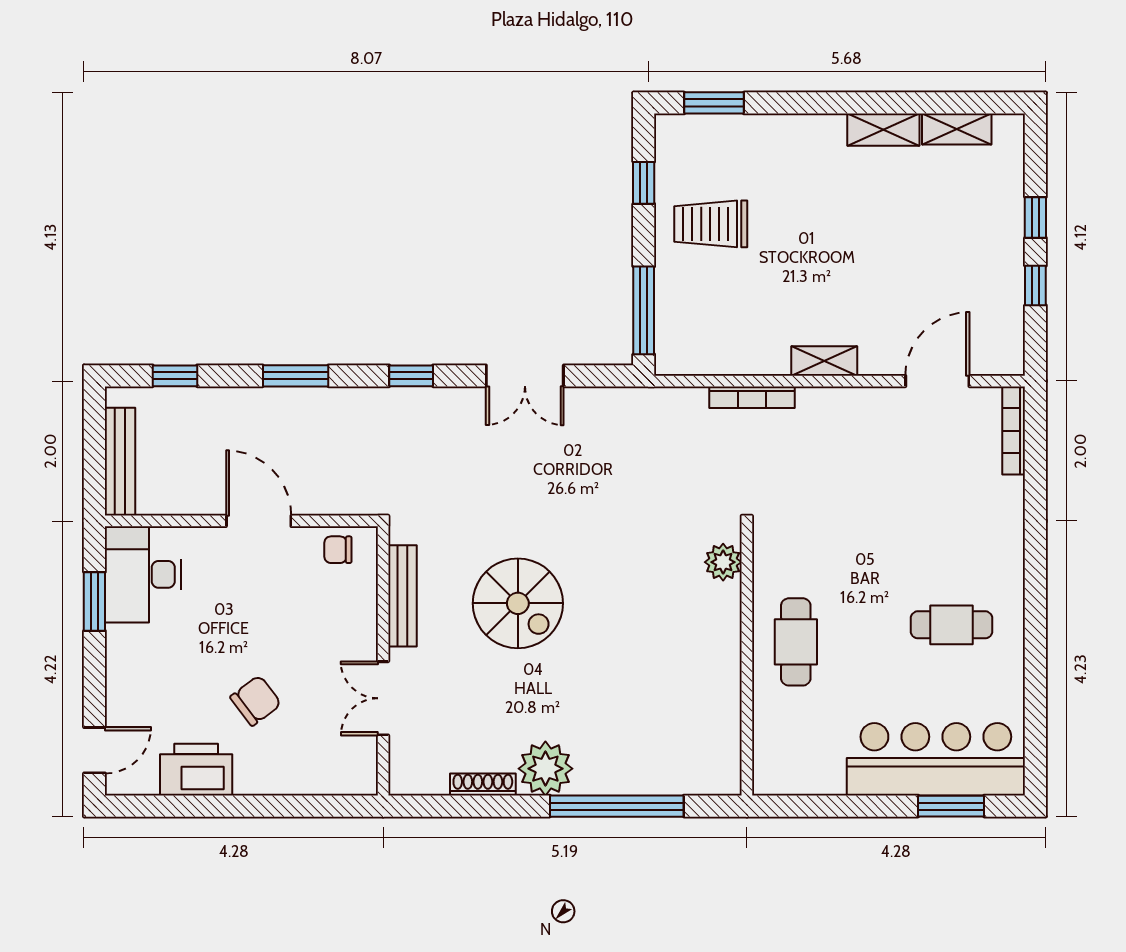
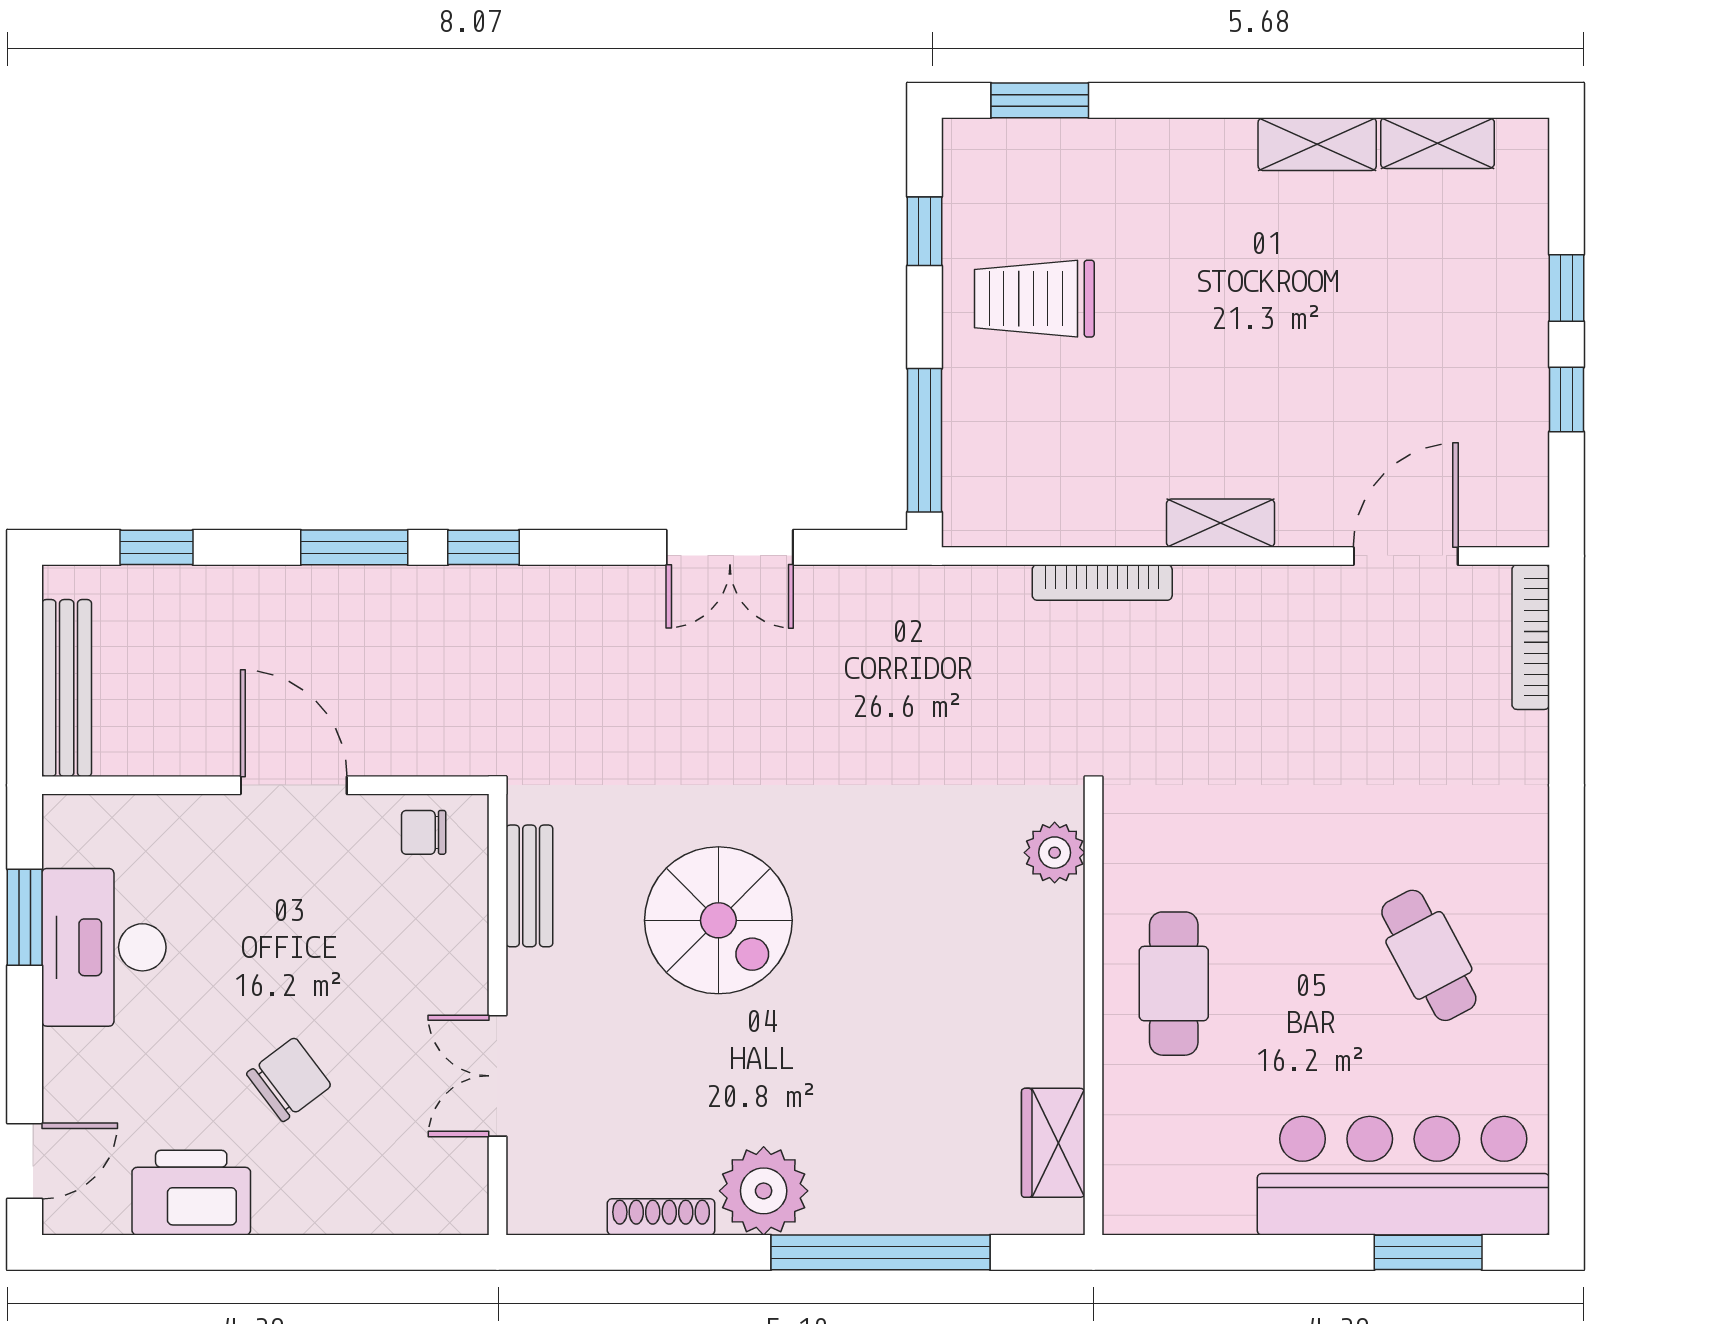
window: (411, 376) -> (484, 547), moved
desk: (143, 574) -> (104, 947), moved
bench: (403, 596) -> (529, 886), width x0.73
cafe table: (951, 625) -> (1429, 955), turned 62
wardrobe: (722, 739) -> (1053, 1143), added

